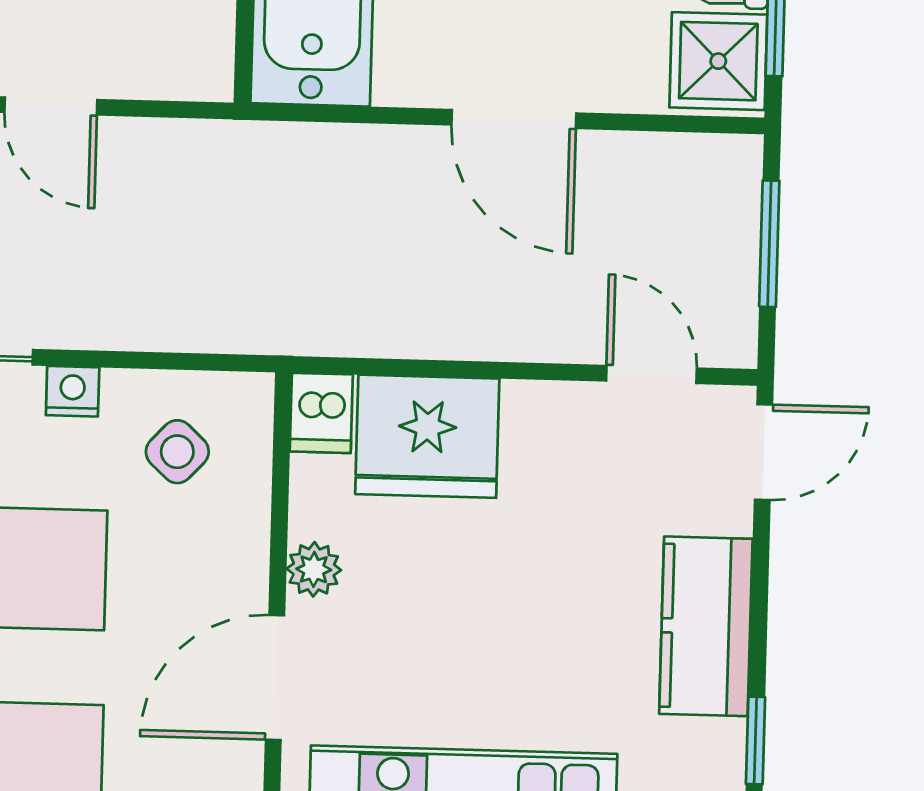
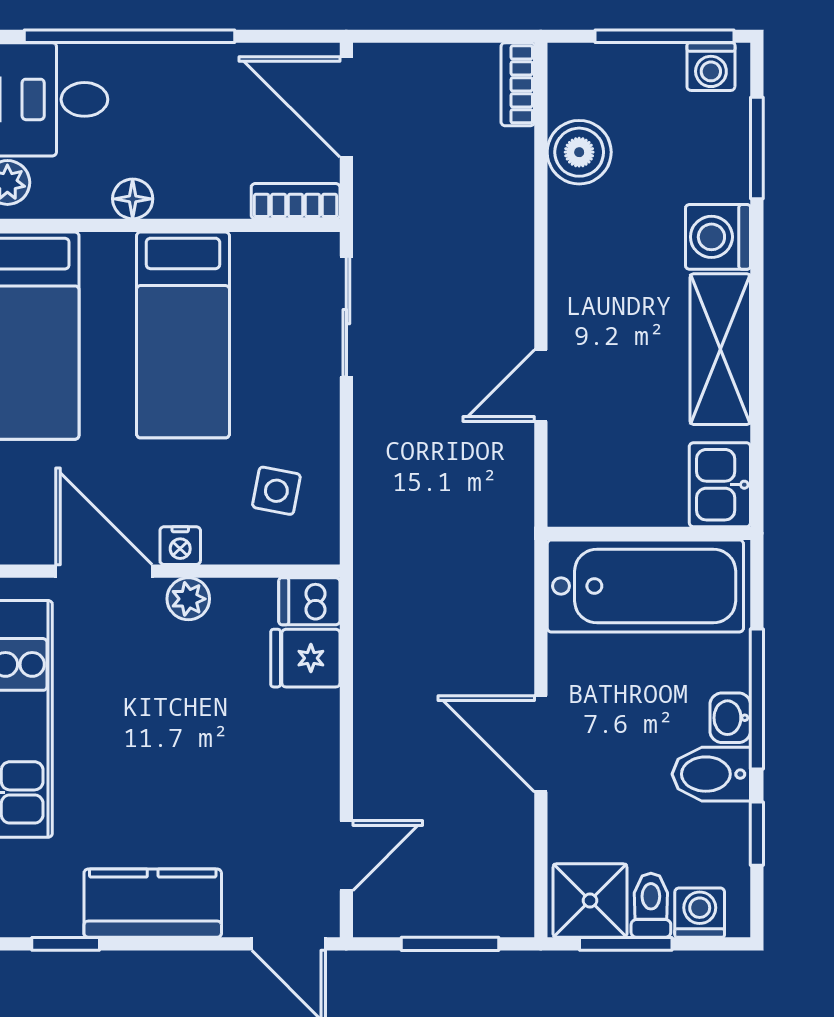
door: (514, 119) -> (541, 744), hinge flipped
nightstand: (73, 391) -> (180, 546), moved, turned 90
fridge: (427, 436) -> (305, 658), width x0.53, depth x0.75
side table: (177, 452) -> (276, 491), turned -32

